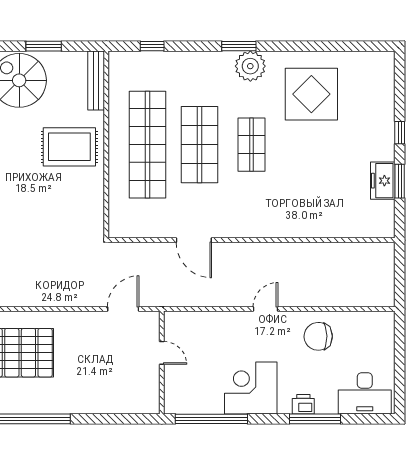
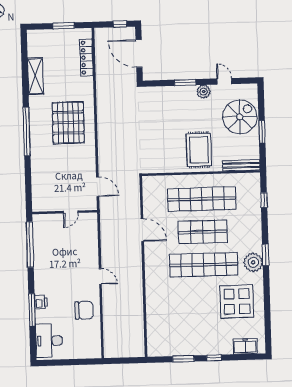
shop shelf: (252, 145) -> (204, 265), width x2.00, depth x1.36
freezer: (383, 181) -> (245, 346), moved
door: (194, 240) -> (142, 230), swing flipped
chair: (318, 336) -> (84, 310), turned 91
corner desk: (251, 388) -> (50, 269), removed

